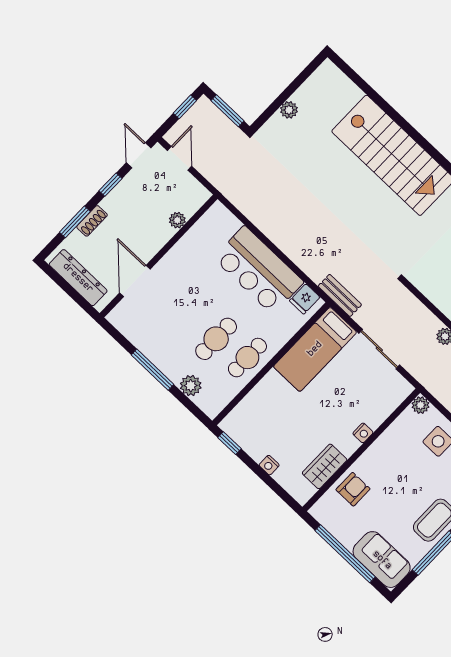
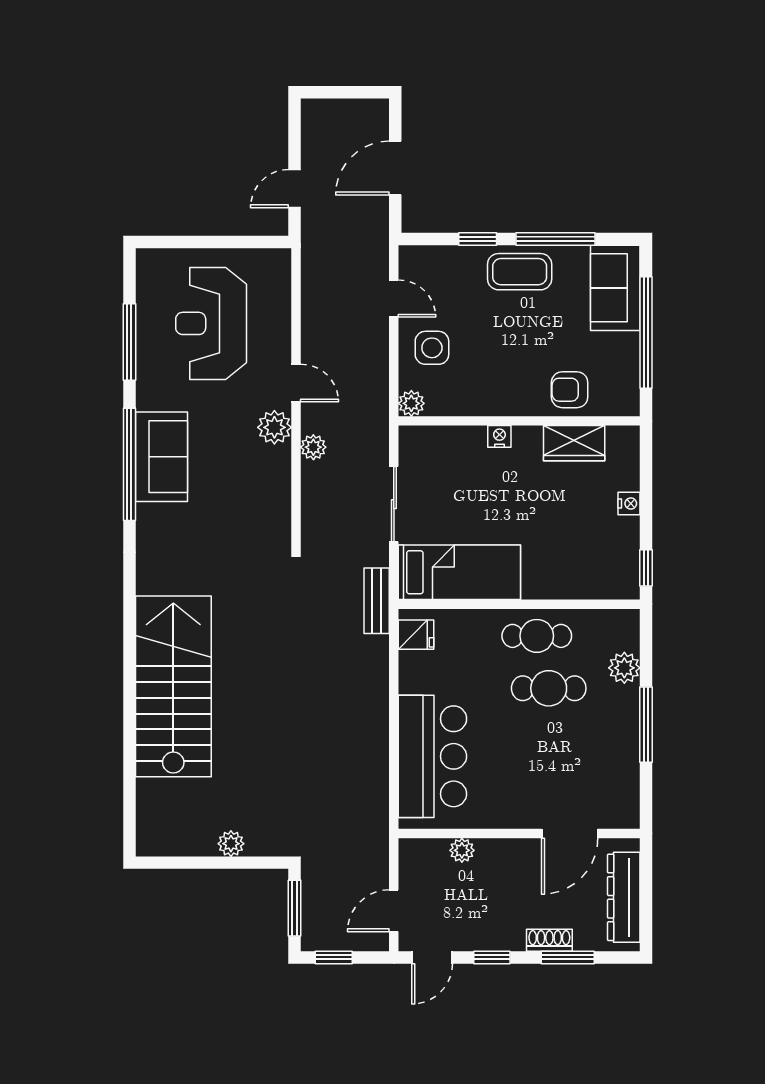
bar counter: (258, 270) -> (432, 756), moved

